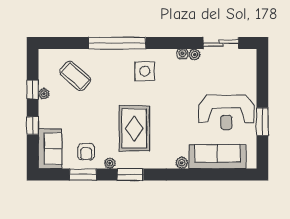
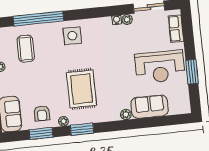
window: (117, 43) -> (38, 19), moved
side table: (145, 71) -> (72, 36), moved
row of seats: (249, 71) -> (176, 29), added
coffee table: (75, 76) -> (26, 49), turned 48
sofa: (217, 157) -> (150, 107), width x0.73

